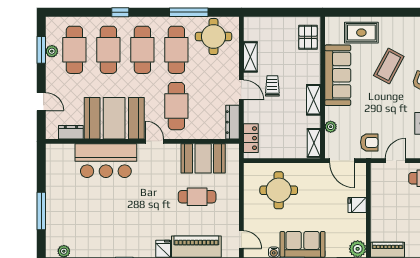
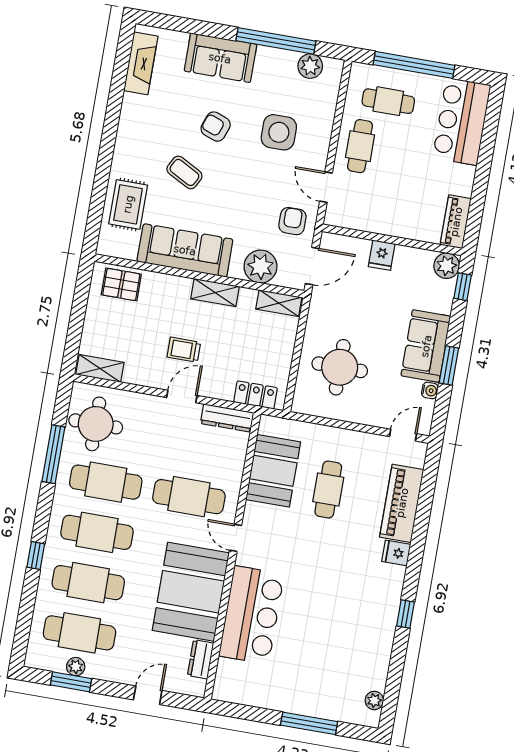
shelving: (250, 57) -> (100, 368), moved
coffee table: (389, 66) -> (184, 172), width x0.73, depth x0.77
plant: (331, 127) -> (261, 267), width x1.87, depth x1.87
door: (155, 141) -> (236, 538), hinge flipped

